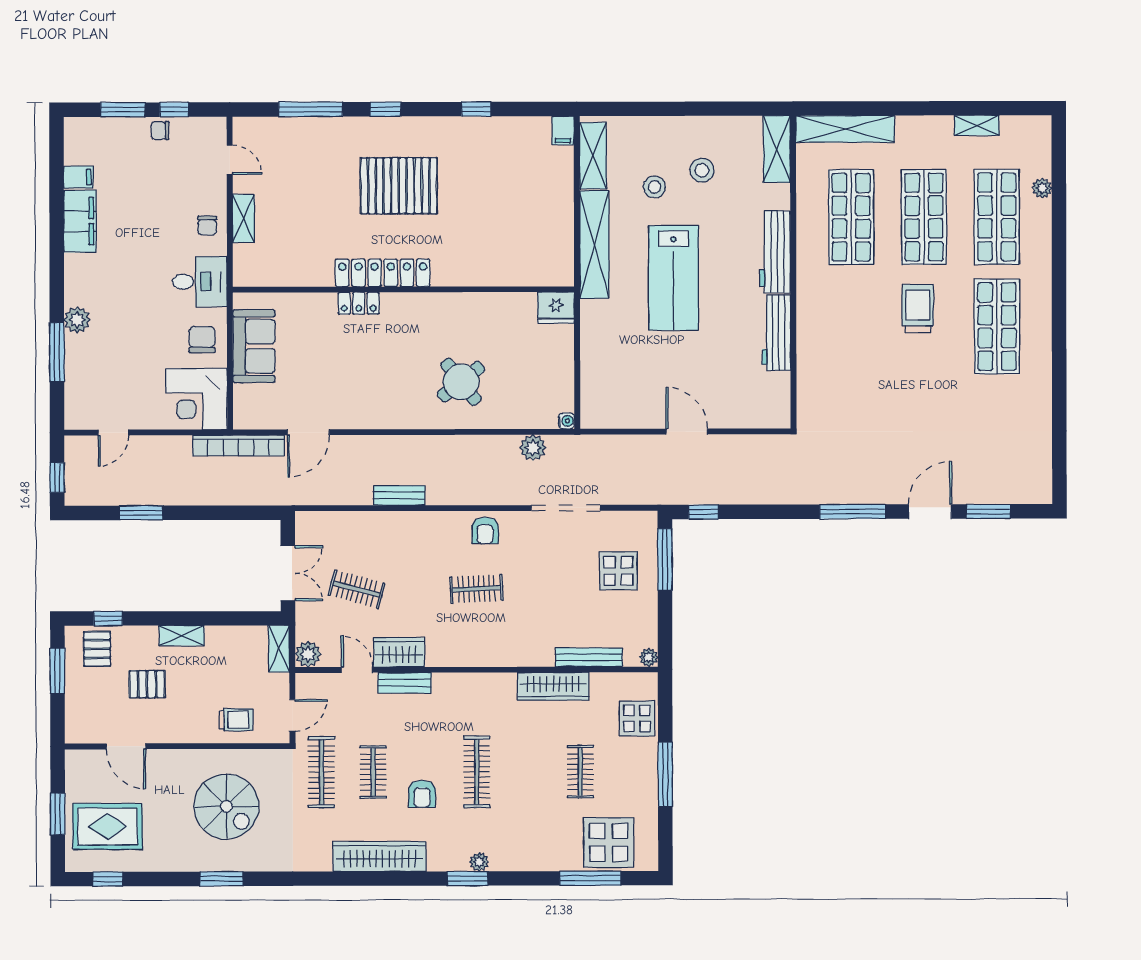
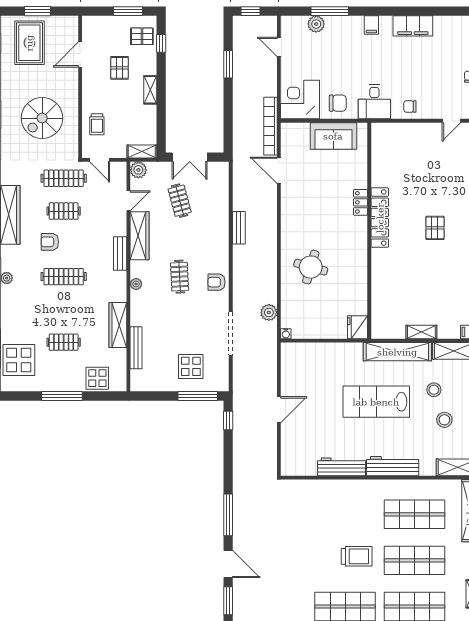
filing cabinet: (78, 177) -> (371, 25), moved
pallet: (399, 186) -> (435, 228), width x0.49, depth x0.50
shelving: (243, 219) -> (421, 332), moved
plant: (77, 320) -> (316, 24), moved
round table: (461, 382) -> (311, 267), turned -36
clothes rail: (357, 589) -> (180, 201), turned -30
wardrobe: (399, 652) -> (139, 236), width x1.50
plant: (649, 657) -> (136, 284), moved
bench: (405, 683) -> (120, 253), moved

